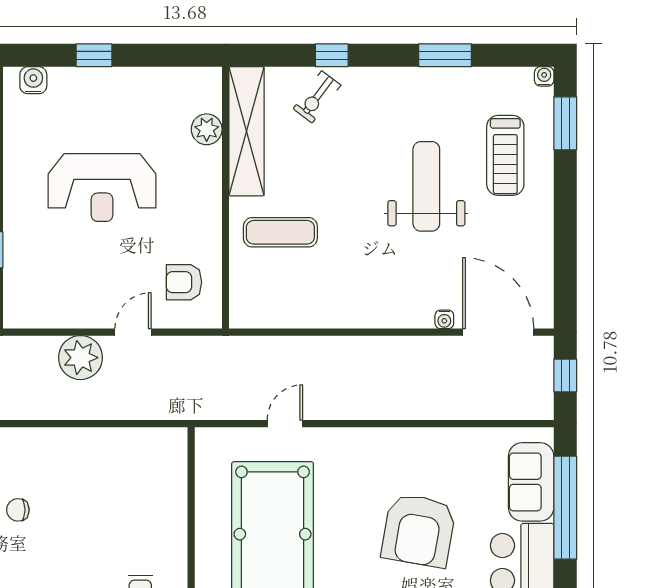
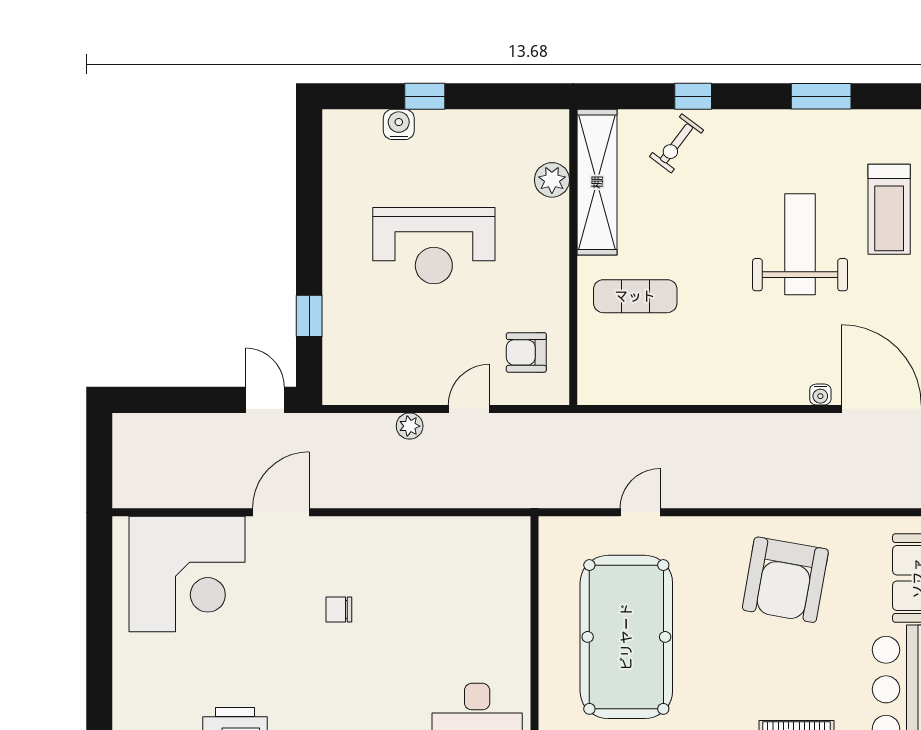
water cooler: (33, 80) -> (399, 124), moved
plant: (81, 358) -> (410, 426), width x0.53, depth x0.53
armchair: (419, 530) -> (785, 580), moved

